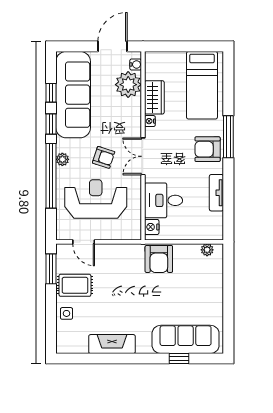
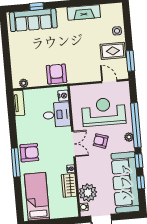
tv unit: (216, 193) -> (19, 103), moved
reception desk: (96, 199) -> (104, 112), turned 180

